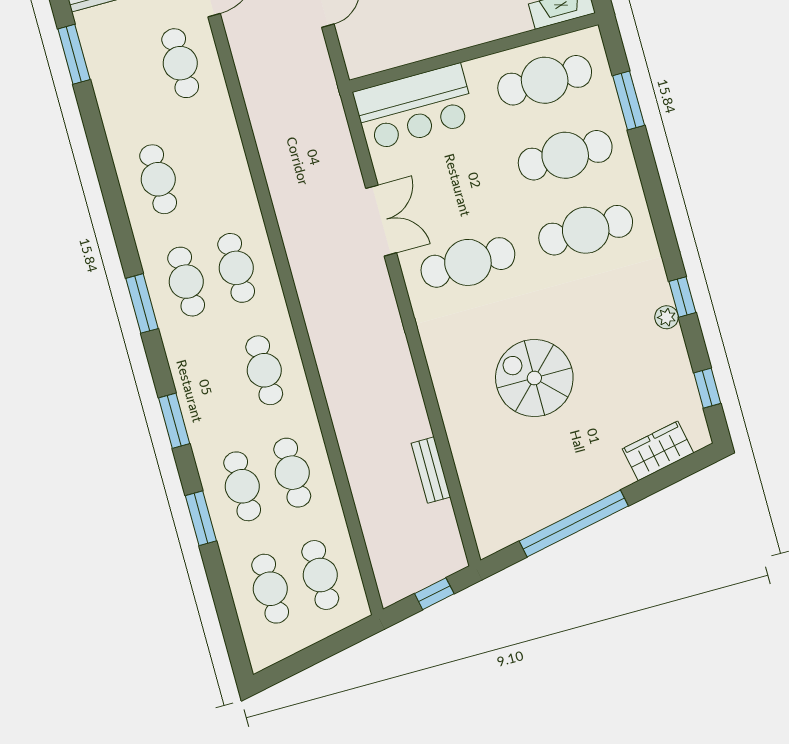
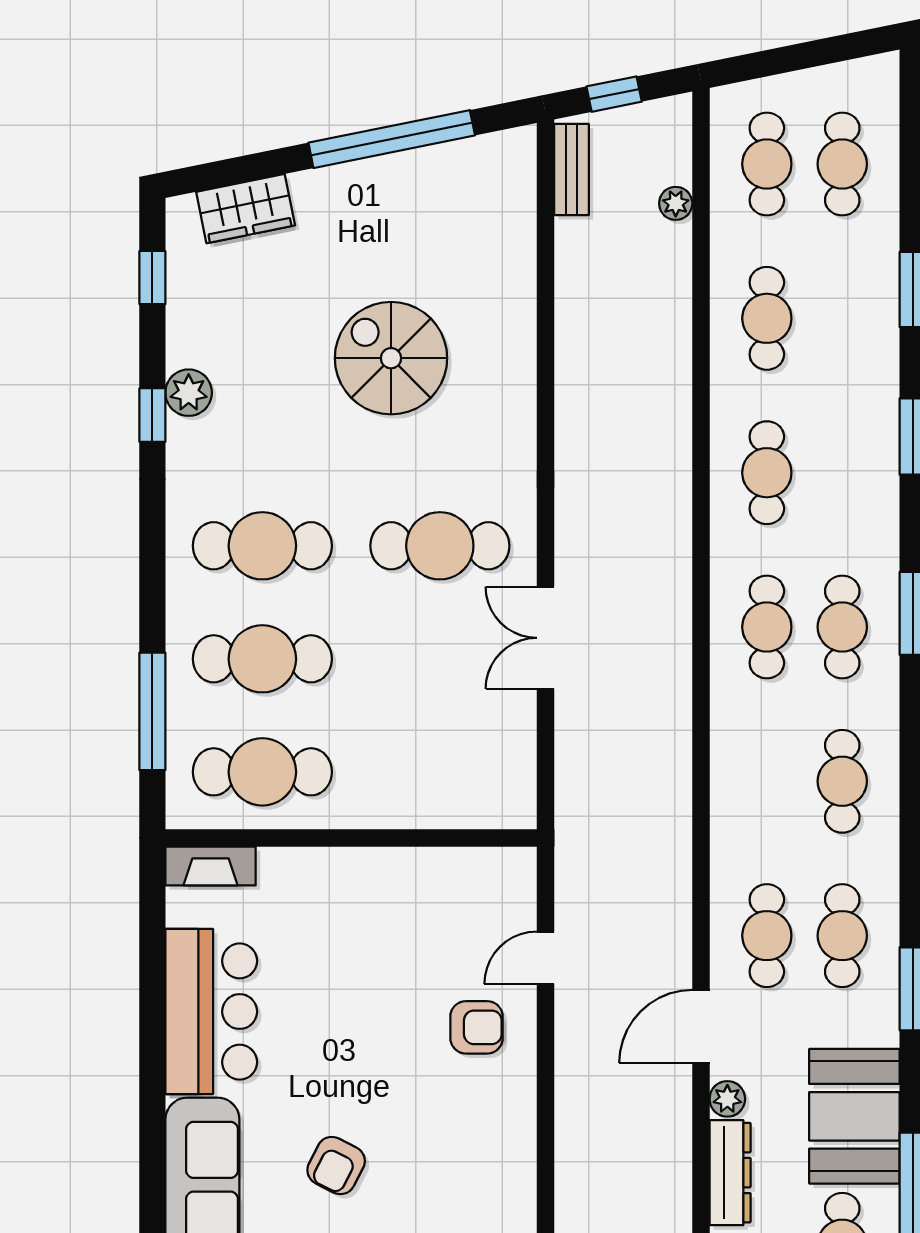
window: (629, 100) -> (152, 711), width x1.44
bar counter: (414, 107) -> (455, 784), removed
plant: (667, 317) -> (189, 393), width x1.38, depth x1.38
spiral stairs: (534, 378) -> (391, 358), turned 180
bench: (431, 470) -> (571, 169), moved
cafe table: (242, 486) -> (842, 936), moved
plant: (374, 532) -> (676, 203), added

